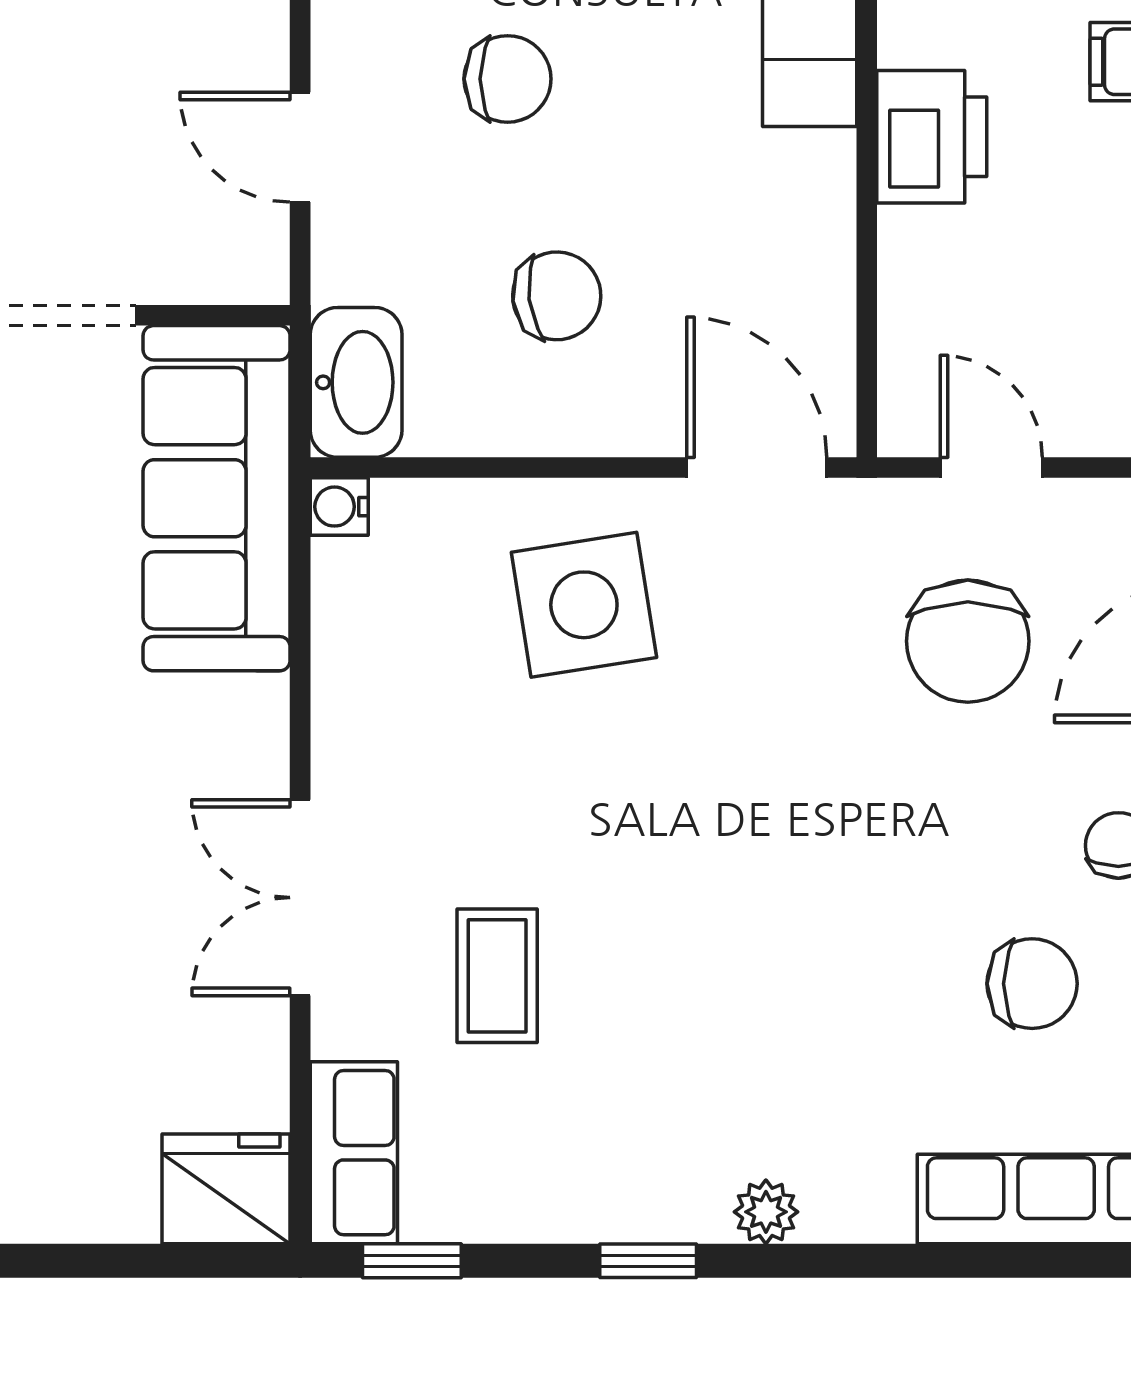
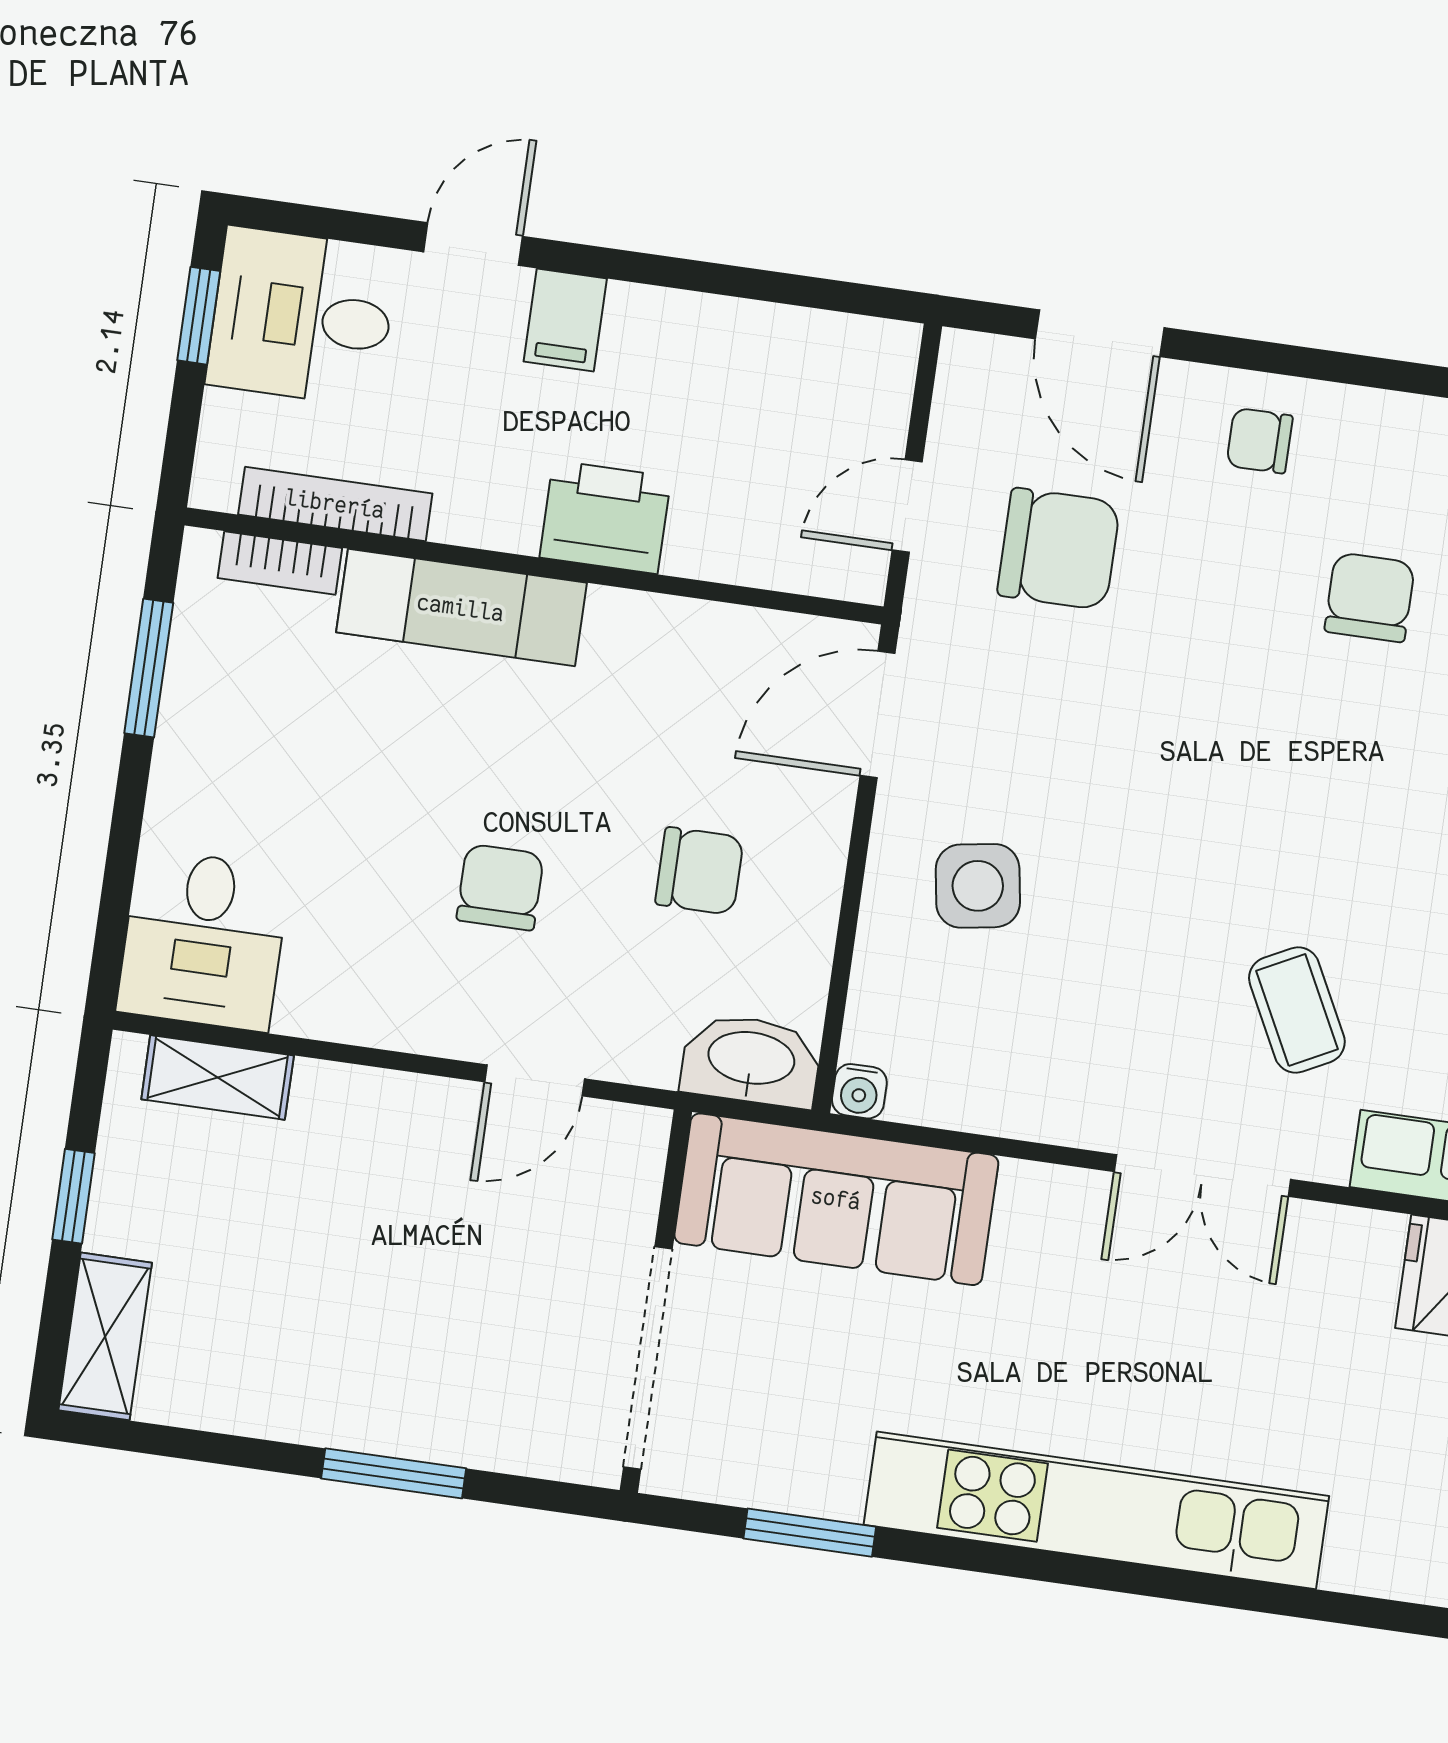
chair: (557, 296) -> (699, 871), turned 97
side table: (584, 605) -> (978, 886), width x0.73, depth x0.73
coffee table: (497, 976) -> (1297, 1010), turned 63
chair: (1032, 984) -> (1370, 597), moved

